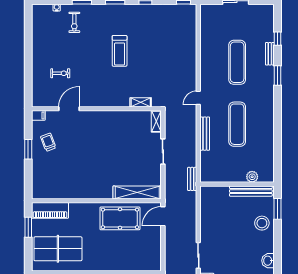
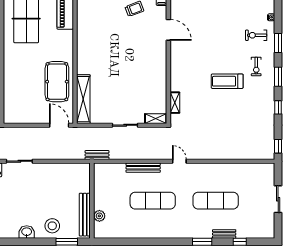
exercise bike: (60, 73) -> (256, 66), moved
washbasin: (268, 261) -> (27, 232), moved

